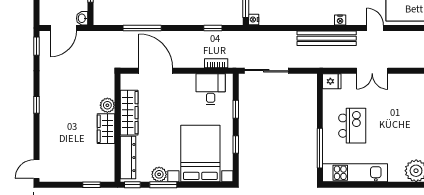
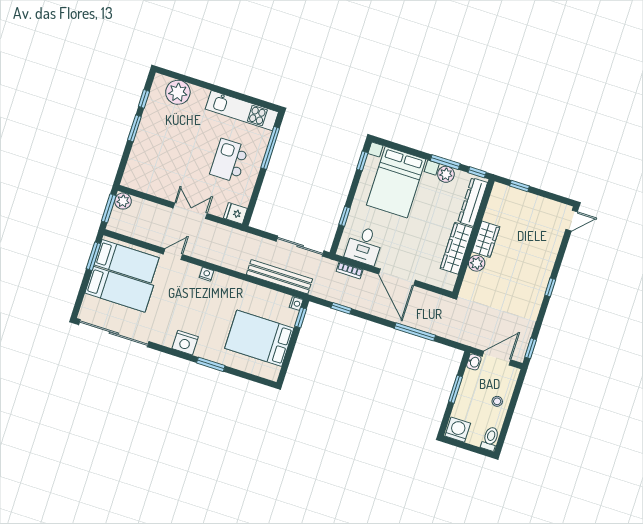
door: (375, 28) -> (173, 254), swing flipped
bench: (327, 38) -> (279, 277), moved
door: (156, 71) -> (397, 277), moved
window: (236, 144) -> (362, 161), moved

